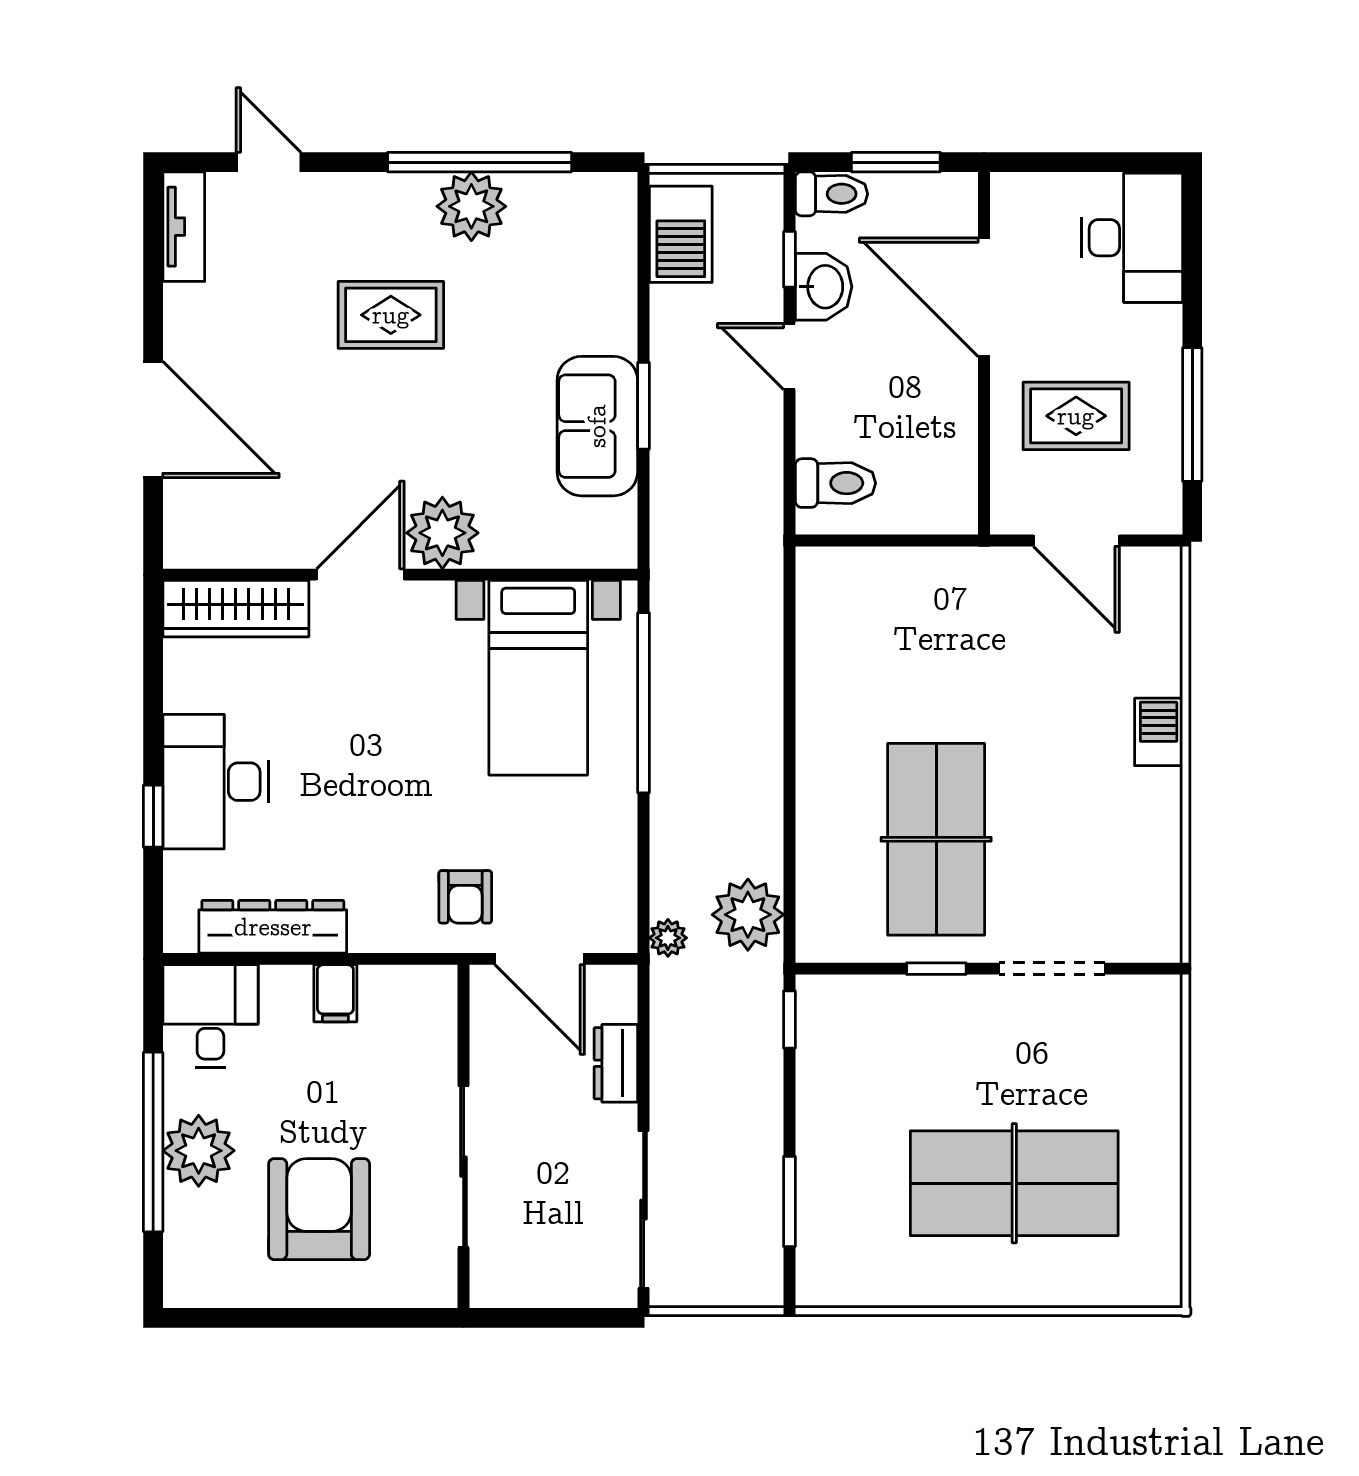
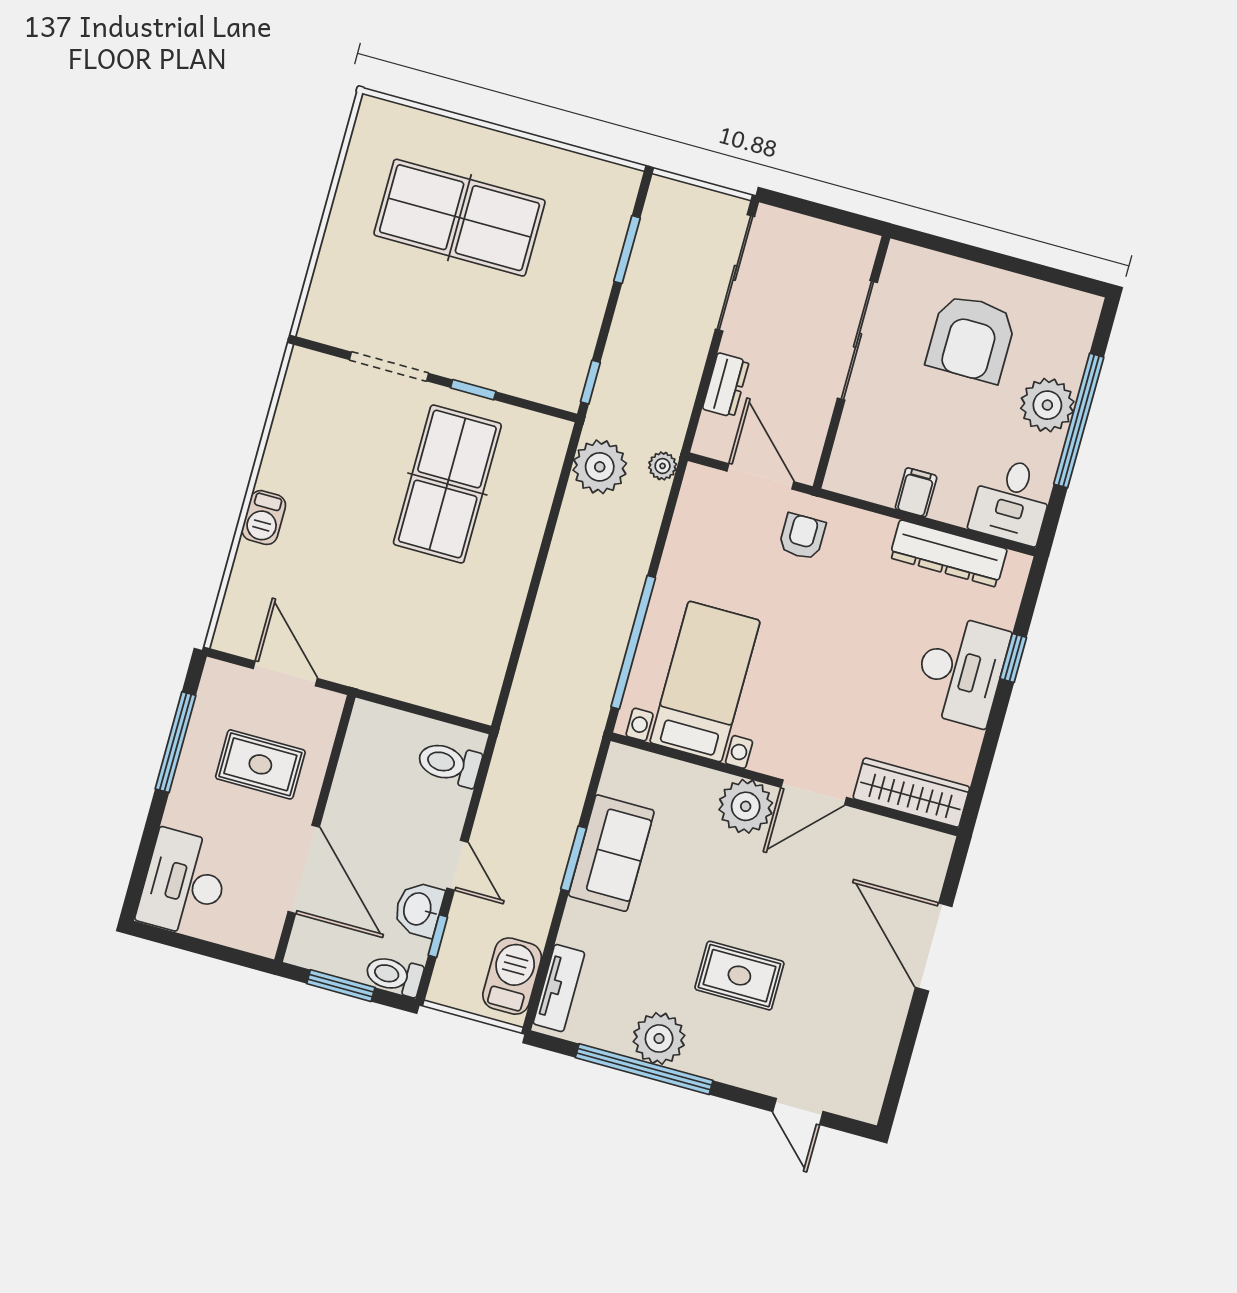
tv unit: (184, 227) -> (559, 988), moved, turned 180

